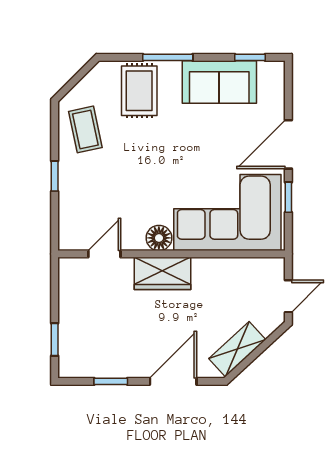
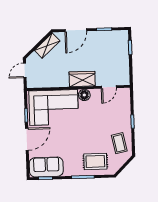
sofa: (219, 82) -> (46, 167), moved
rug: (139, 91) -> (95, 161), turned 90

